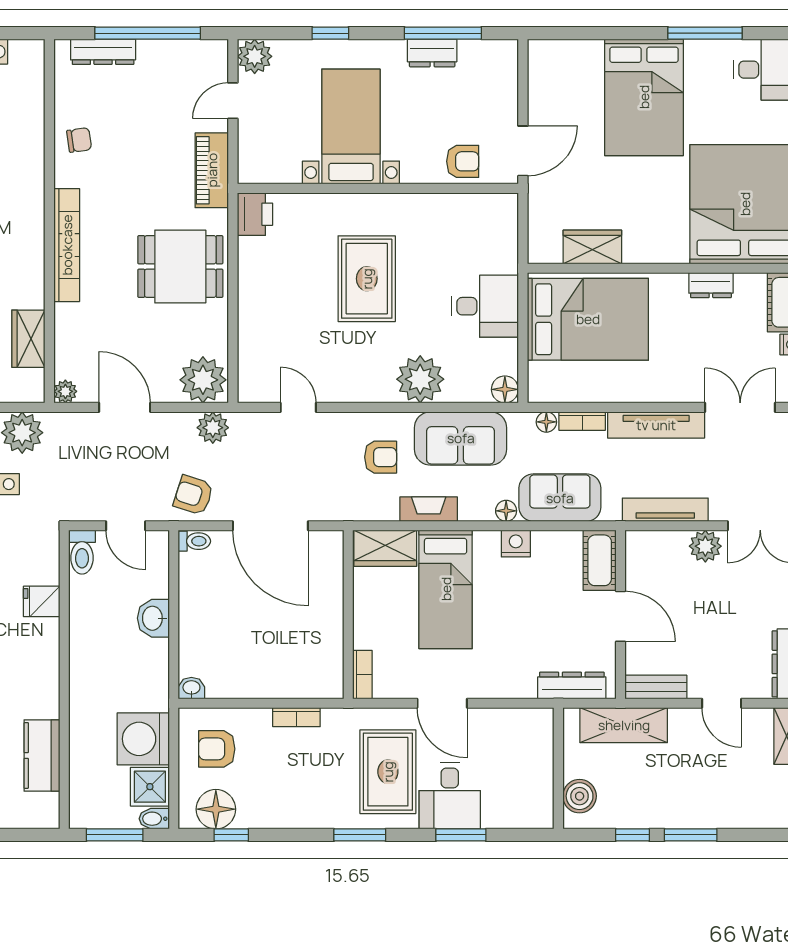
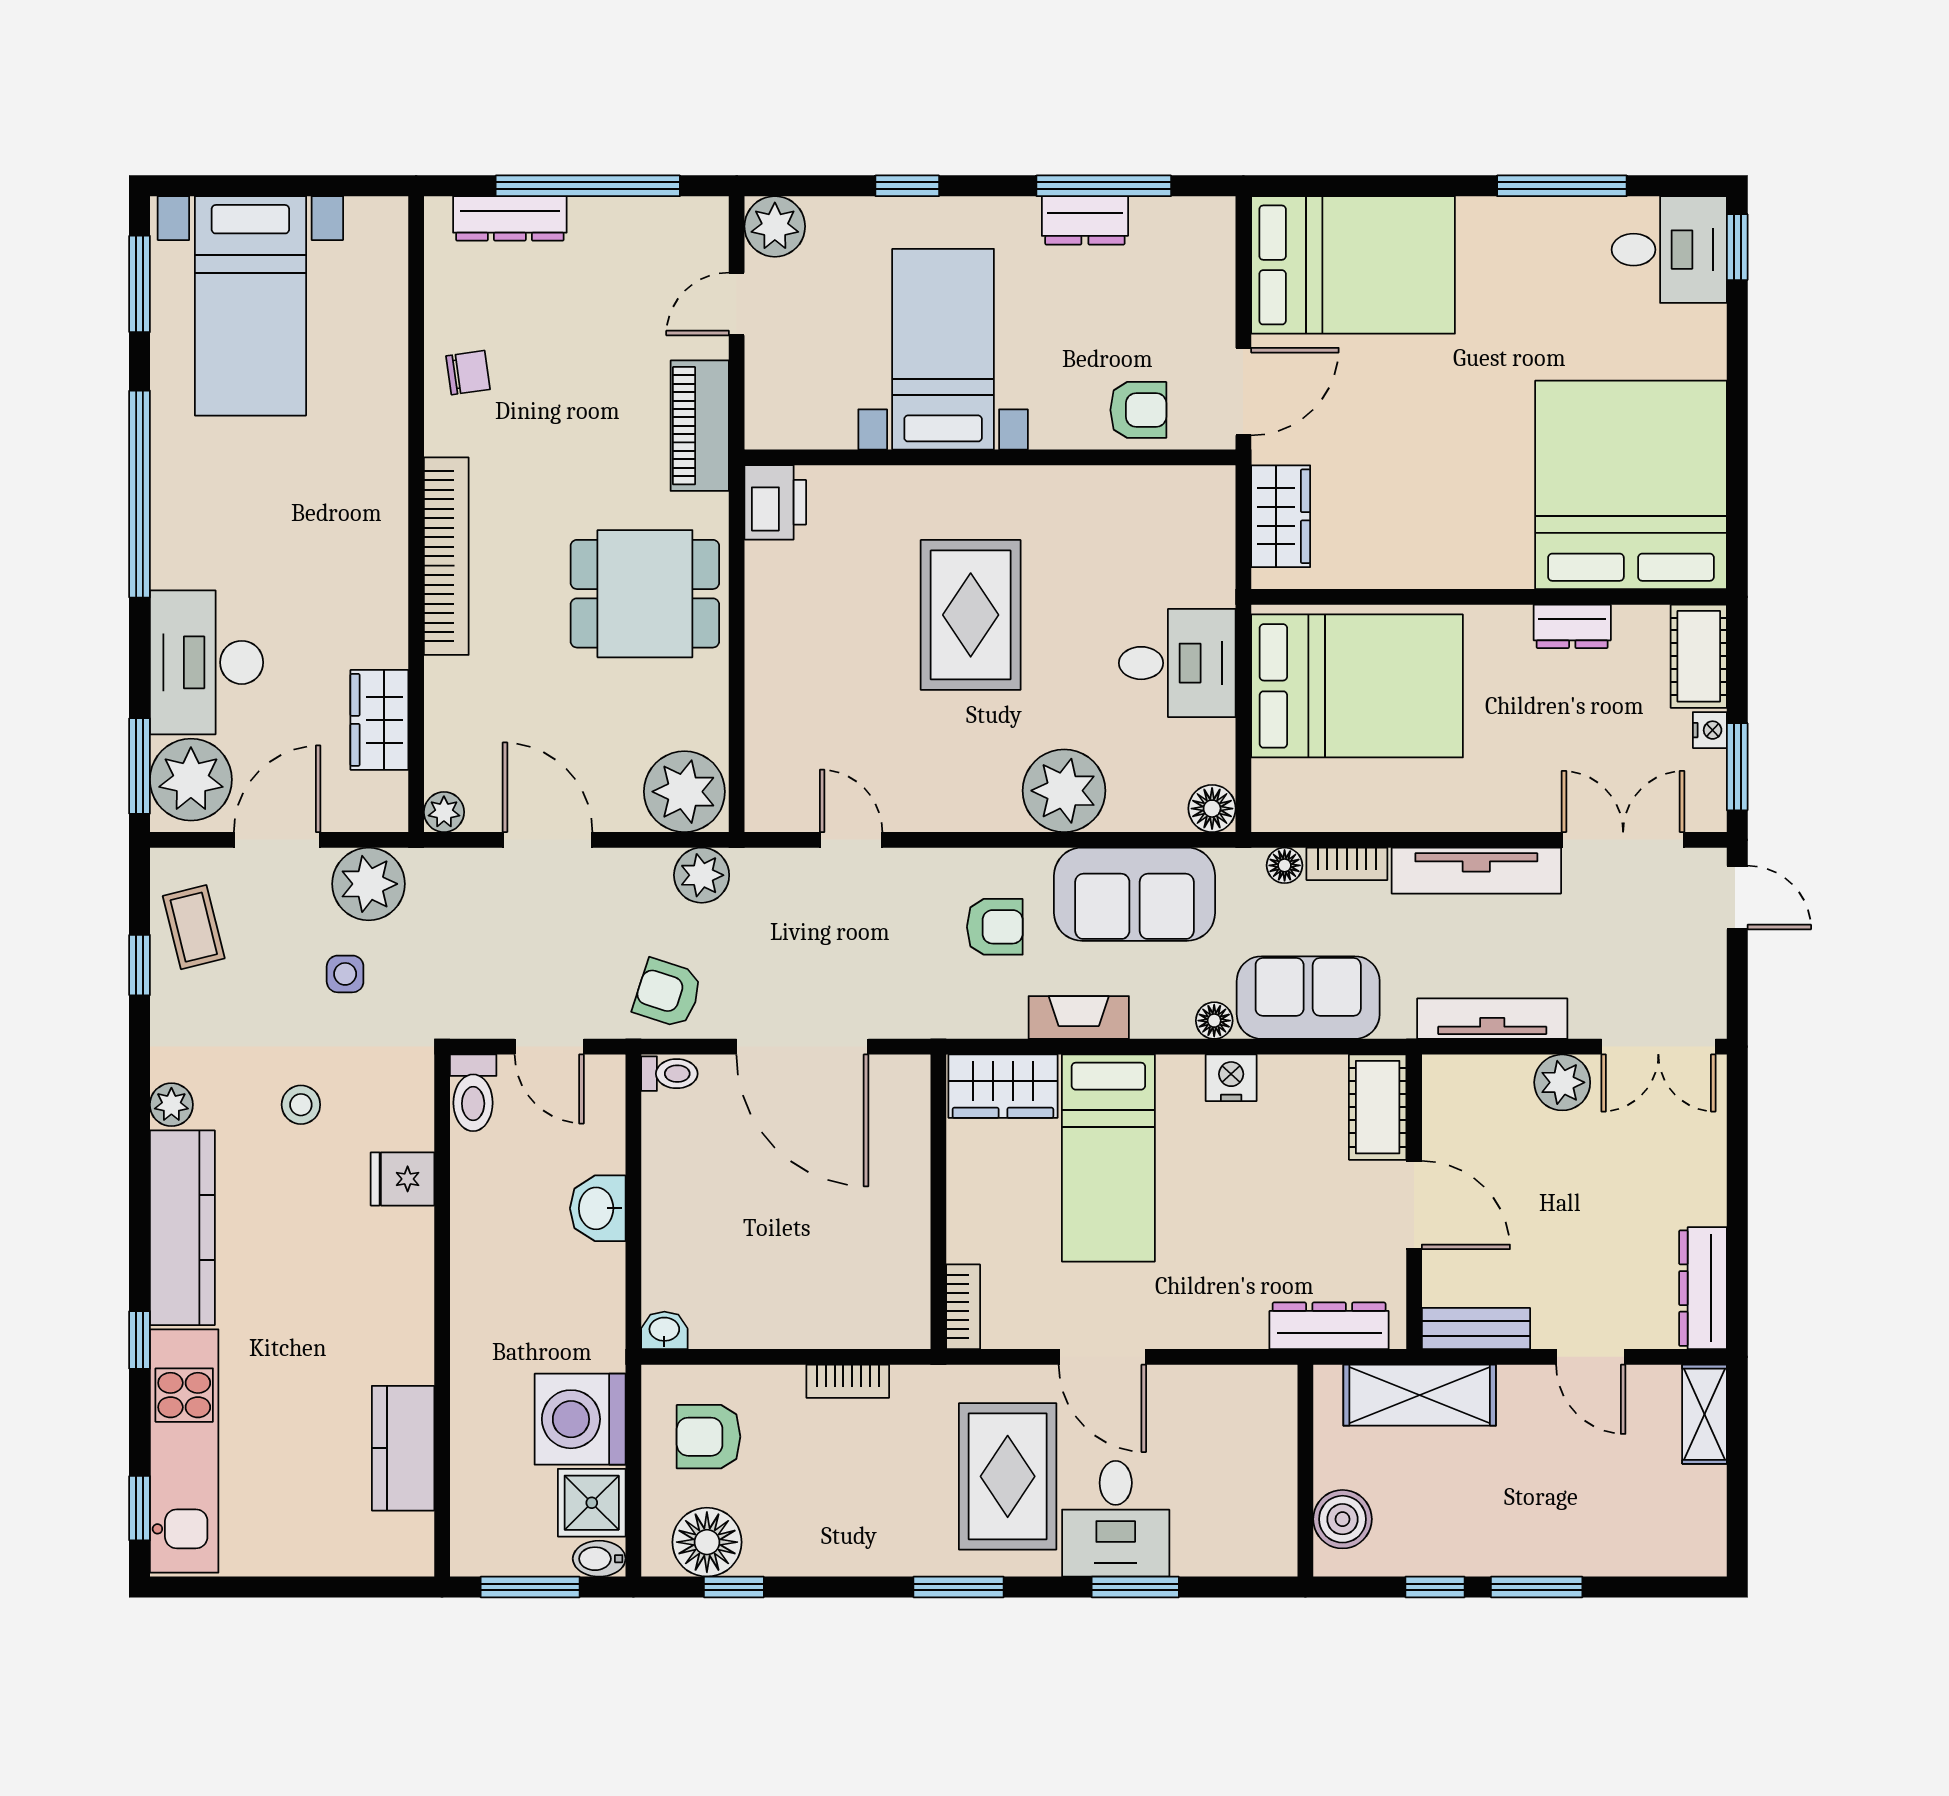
bed: (644, 97) -> (1353, 265), moved, turned -90
wardrobe: (592, 247) -> (1281, 516), moved, turned 90

